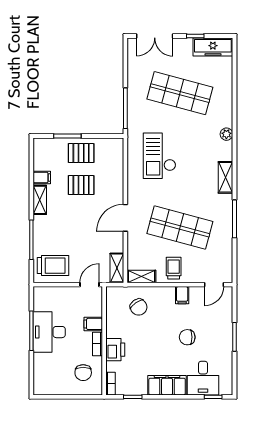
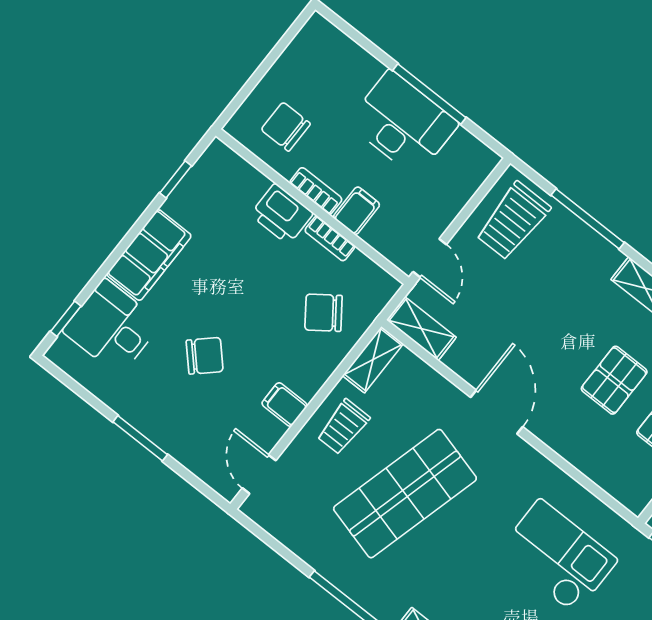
trolley: (174, 268) -> (343, 427), turned 90
chair: (187, 337) -> (205, 356), turned 47
bookcase: (111, 384) -> (330, 239), moved

